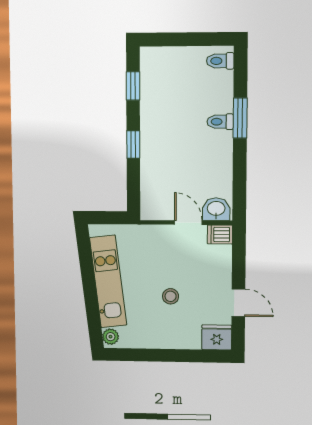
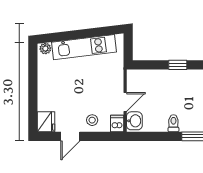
toilet: (220, 122) -> (173, 123), moved
stool: (171, 296) -> (92, 120), moved

